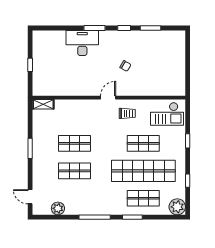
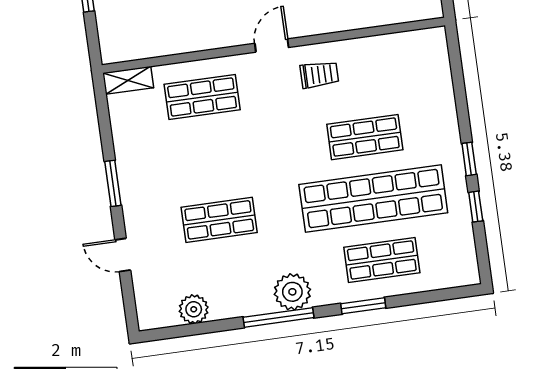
checkout: (167, 114) -> (409, 64), removed
window: (188, 141) -> (469, 159), moved
shop shelf: (75, 143) -> (202, 97), moved
door: (30, 197) -> (123, 255), moved
plant: (177, 207) -> (292, 292), moved

